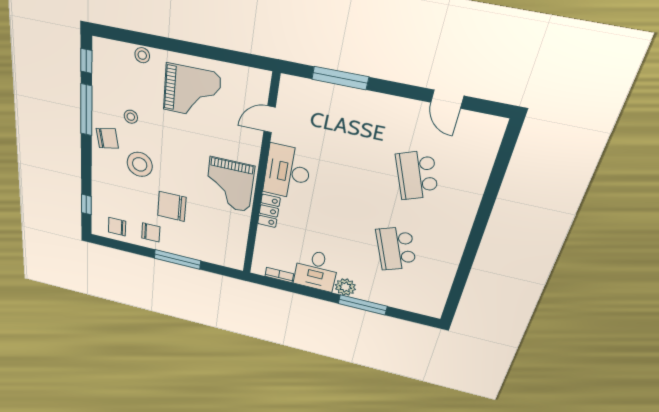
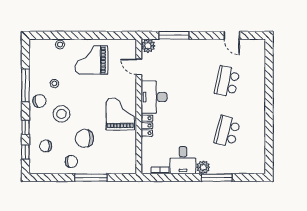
window: (86, 61) -> (25, 127), moved
plant: (291, 87) -> (148, 46), added
grand piano: (192, 92) -> (91, 60), turned 180
door: (270, 119) -> (139, 67), hinge flipped
school desk: (417, 175) -> (227, 82), turned 33
grand piano: (230, 185) -> (120, 114), turned 180
chair: (117, 227) -> (46, 146), moved
school desk: (396, 249) -> (227, 131), turned 36

